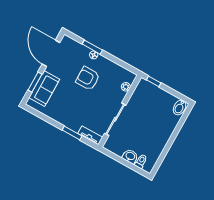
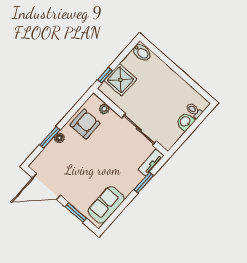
armchair: (88, 78) -> (85, 124), moved, turned 180
sofa: (44, 89) -> (106, 205), moved, turned -90
shower: (153, 95) -> (120, 80), added

